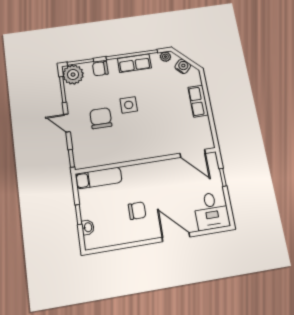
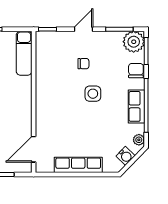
row of seats: (198, 101) -> (78, 165), width x1.48
chair: (101, 118) -> (83, 64), width x0.54, depth x0.54

